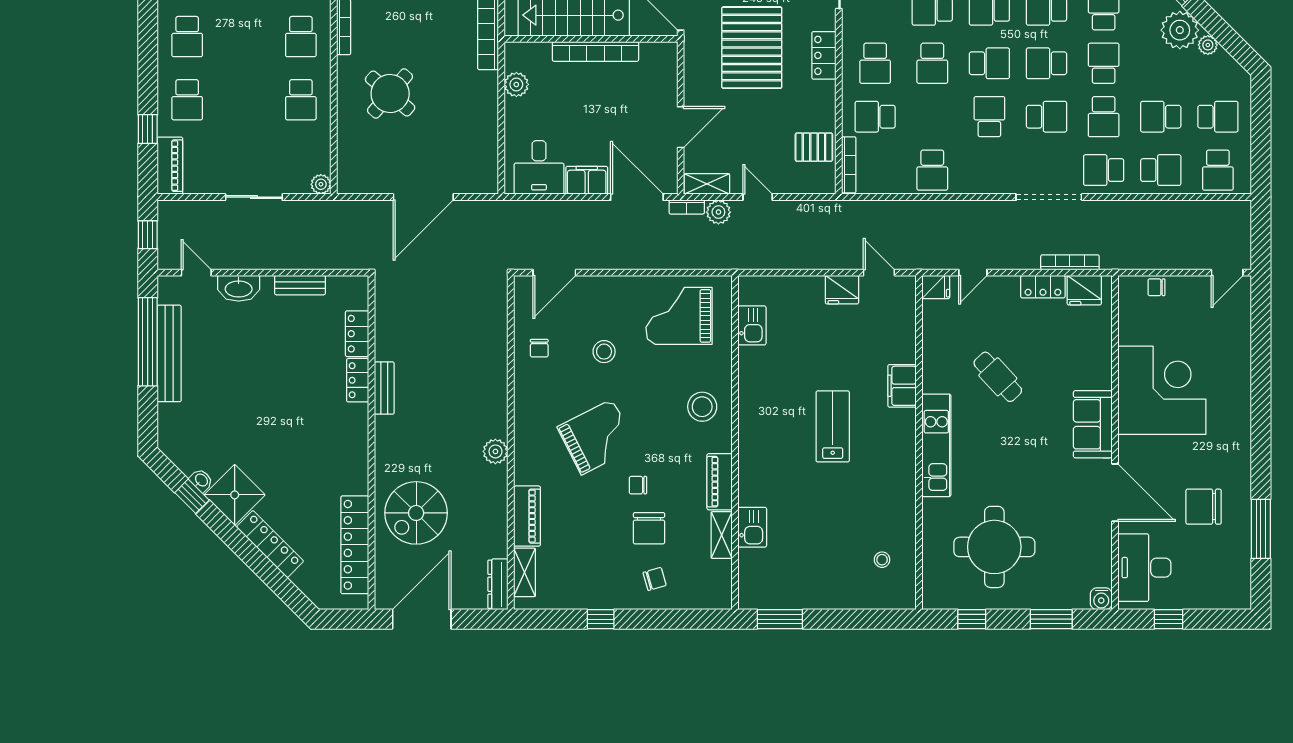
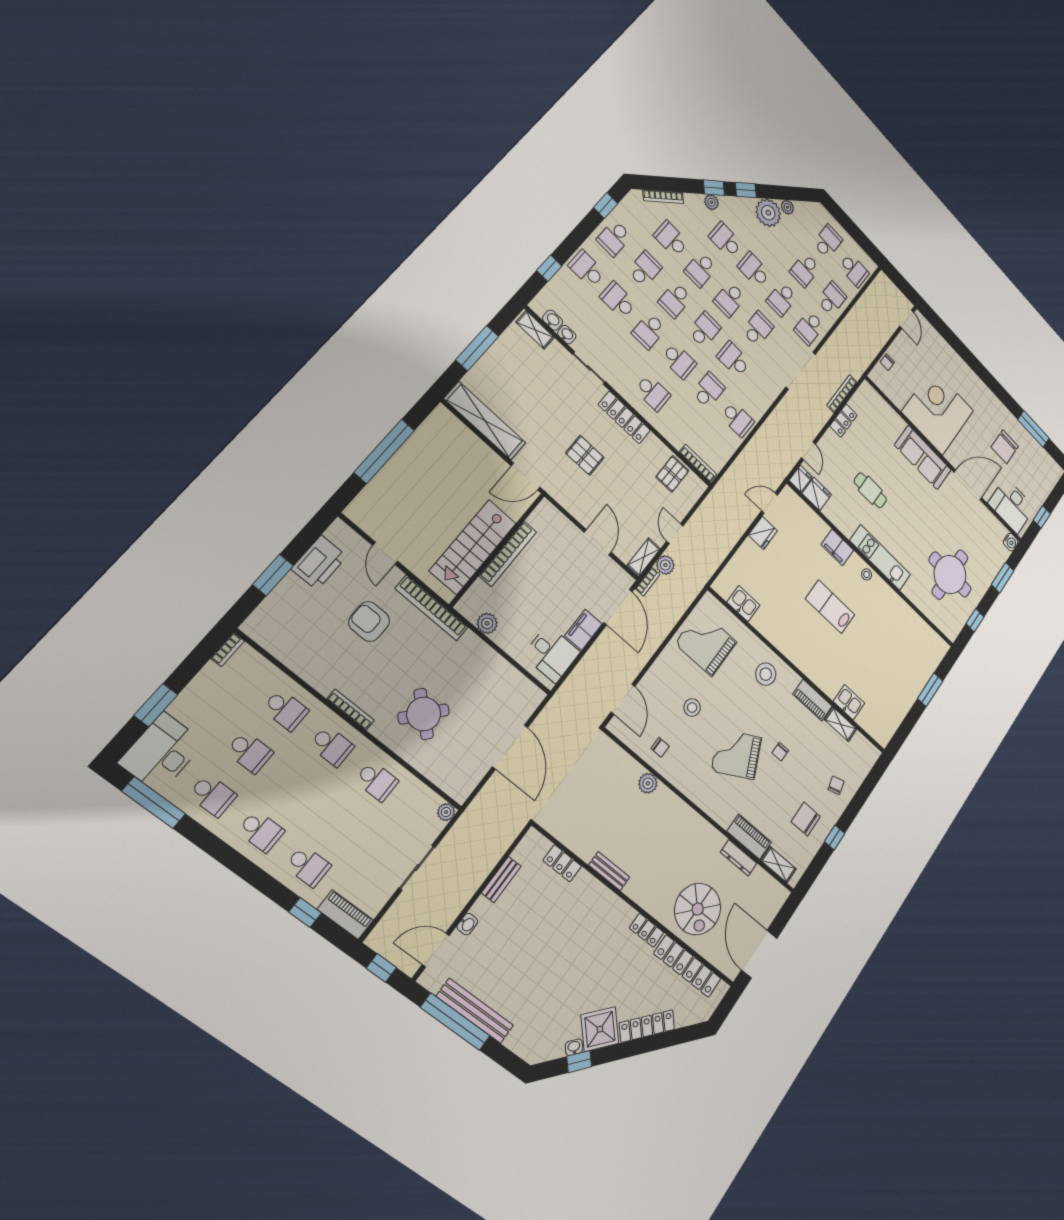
pallet: (752, 48) -> (585, 455), width x0.49, depth x0.50
locker: (824, 55) -> (624, 417), width x1.53
school desk: (875, 117) -> (709, 390), moved, turned 180
school desk: (1104, 117) -> (782, 299), turned 90
door: (637, 197) -> (618, 607), swing flipped
door: (758, 197) -> (675, 534), hinge flipped
door: (196, 273) -> (436, 950), width x1.38
washbasin: (239, 288) -> (467, 924), width x0.52, depth x0.69
fridge: (1084, 290) -> (817, 494), moved, turned -90
grand piano: (679, 316) -> (706, 643), turned 90
cafe table: (998, 377) -> (870, 490), turned 43
locker: (358, 380) -> (647, 930), moved
sofa: (1093, 424) -> (923, 458), width x1.36
grand piano: (597, 437) -> (736, 754), turned -90
plant: (495, 451) -> (648, 783), moved
chair: (649, 528) -> (806, 819), moved, turned 180
stool: (882, 560) -> (867, 574), moved
dresser: (498, 584) -> (739, 858), moved
window: (780, 619) -> (930, 690), moved

